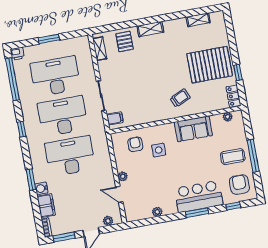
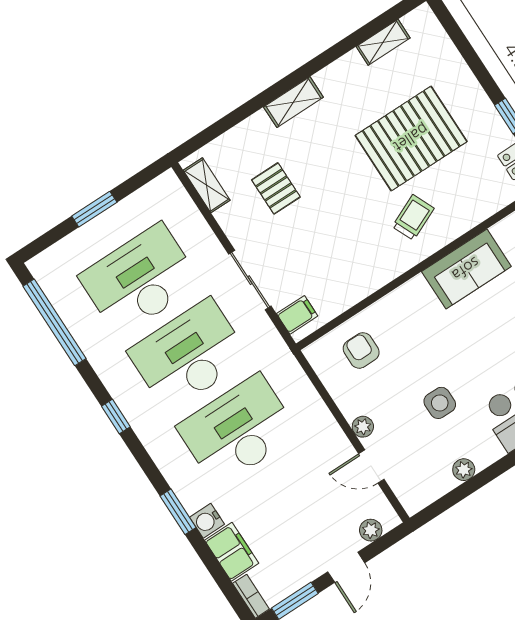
pallet: (125, 41) -> (276, 188), moved
printer: (17, 54) -> (43, 266), removed
pallet: (210, 65) -> (411, 138), moved
side table: (159, 150) -> (440, 403), moved

